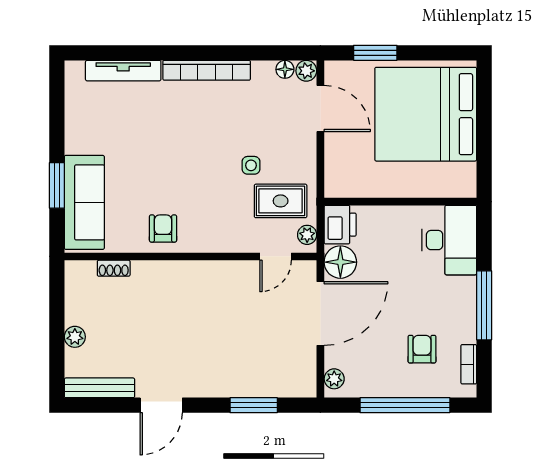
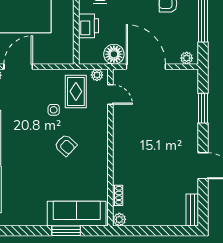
printer: (340, 225) -> (88, 26), moved, turned 90
armchair: (163, 228) -> (66, 145), moved, turned -137
plant: (75, 337) -> (119, 219), moved
bench: (99, 388) -> (192, 210), width x0.73

